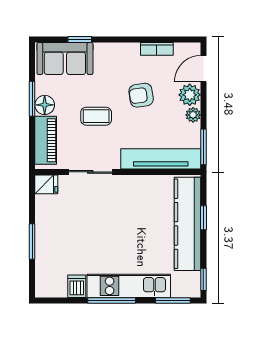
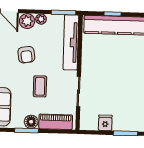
fridge: (46, 184) -> (105, 123), moved

